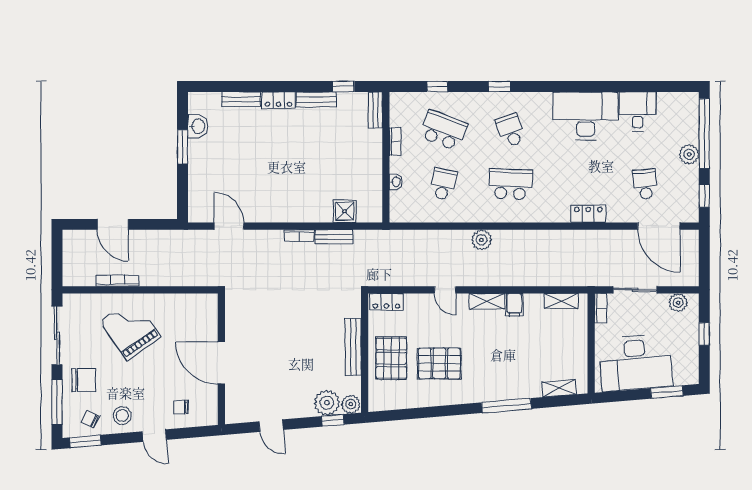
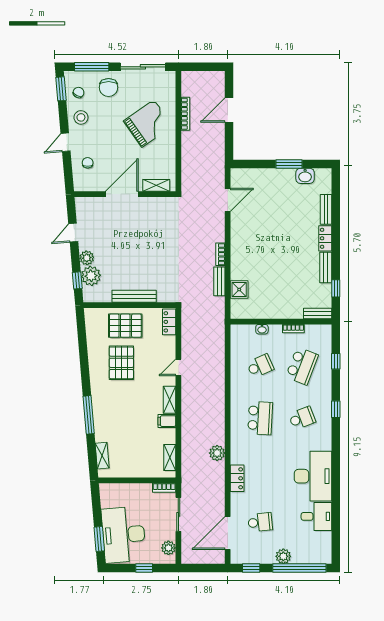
school desk: (443, 184) -> (260, 366), turned -36
plant: (482, 240) -> (217, 453), moved
shelving: (210, 318) -> (156, 185), added
desk: (636, 363) -> (124, 535), moved
plant: (351, 404) -> (87, 258), moved

